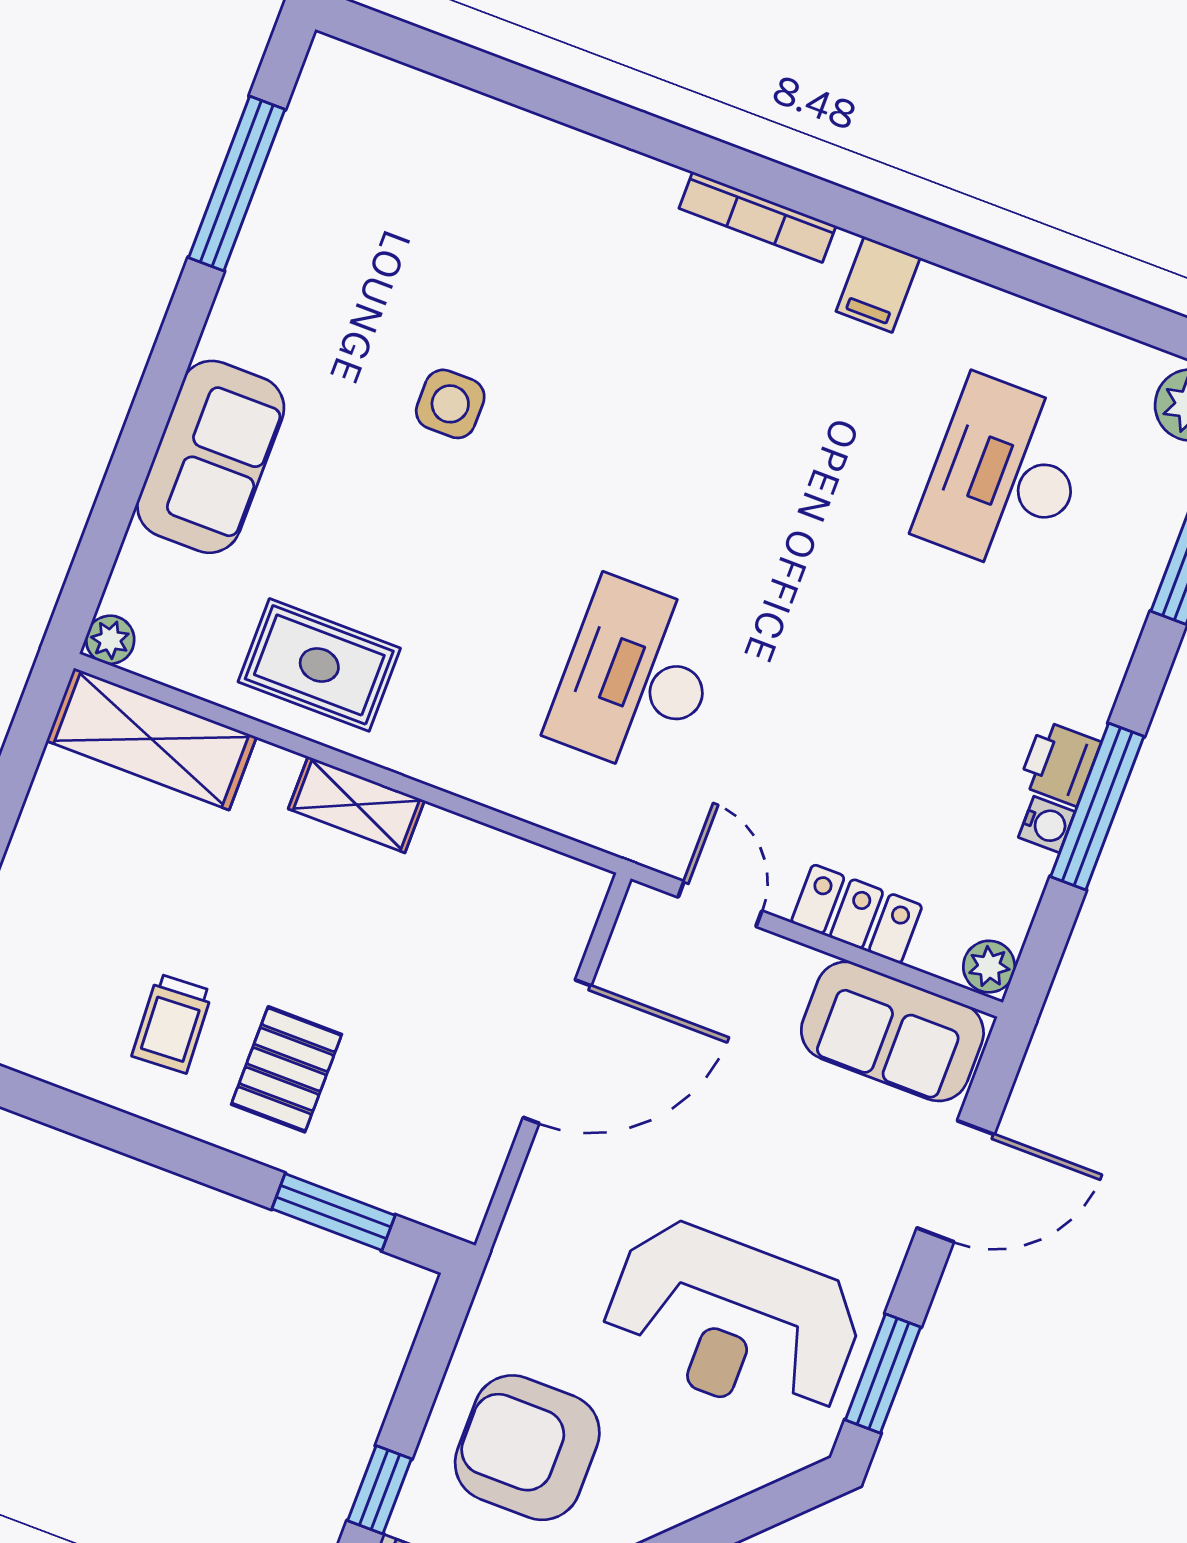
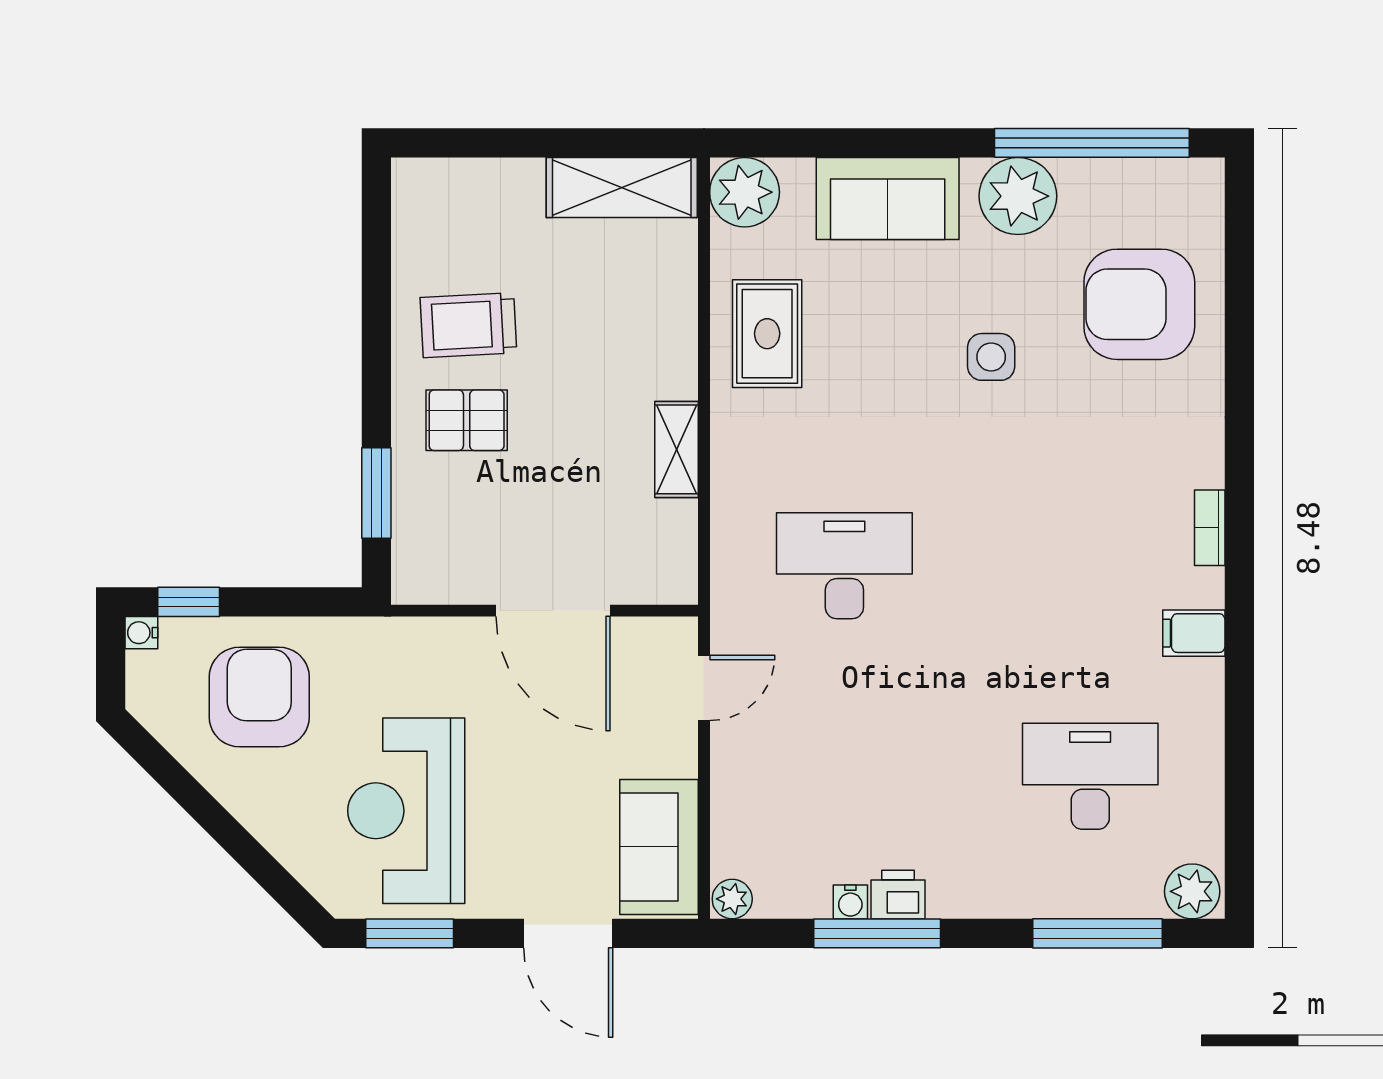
window: (237, 183) -> (1092, 143), width x1.46
armchair: (454, 200) -> (1139, 304), added
bookcase: (757, 217) -> (1210, 528), width x0.64
plant: (267, 298) -> (1018, 196), added
plant: (110, 640) -> (745, 192), width x1.87, depth x1.87
shelving: (151, 739) -> (622, 188), moved, turned 90
shelving: (356, 805) -> (677, 449), moved
locker: (857, 914) -> (734, 789), removed
trolley: (172, 1023) -> (468, 325), width x1.36, depth x1.39

